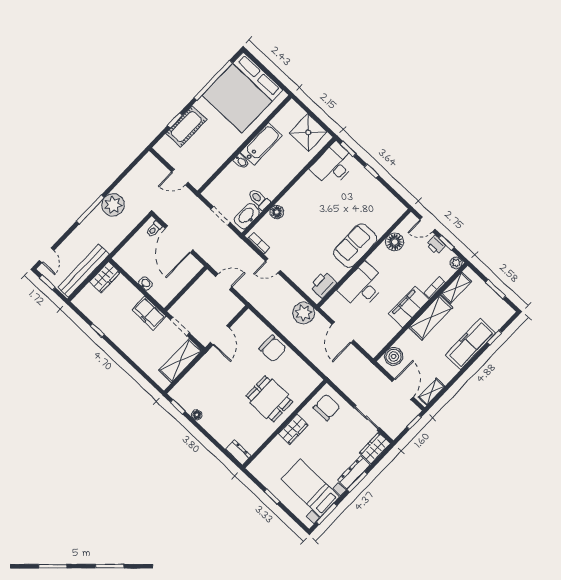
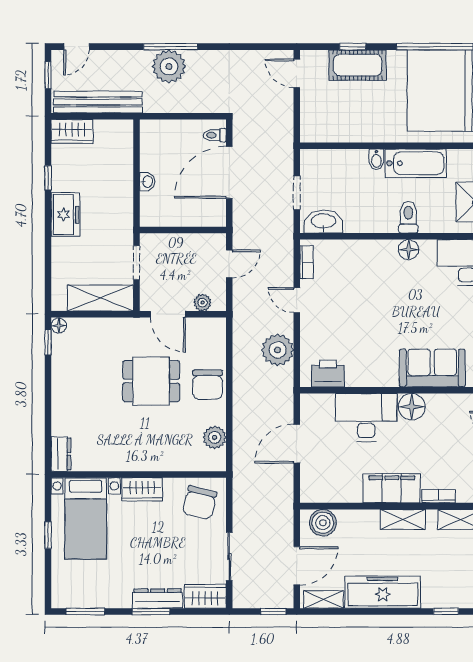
door: (180, 177) -> (297, 73), moved
toilet: (259, 199) -> (408, 217), moved
plant: (113, 205) -> (169, 66), moved
floor lamp: (277, 212) -> (409, 250), moved
floor lamp: (395, 242) -> (412, 407), moved
sofa: (355, 246) -> (432, 368), moved
wardrobe: (105, 277) -> (72, 131), moved
door: (224, 282) -> (229, 264), hinge flipped
freezer: (149, 313) -> (65, 215), moved, turned 180
plant: (230, 313) -> (203, 303), added
plant: (304, 313) -> (278, 350), moved
shelving: (431, 317) -> (403, 519), width x0.67, depth x0.75
door: (220, 335) -> (168, 314), hinge flipped
freezer: (470, 344) -> (383, 592), moved
plant: (302, 370) -> (215, 437), added
dining table: (269, 399) -> (151, 381), moved, turned 90
chair: (327, 407) -> (200, 503), turned 104
floor lamp: (197, 415) -> (59, 326), moved
bed with nightstands: (310, 488) -> (86, 518), moved, turned 180

